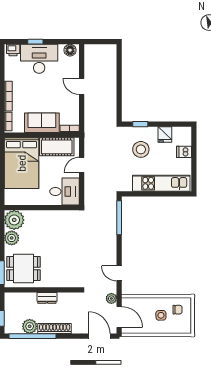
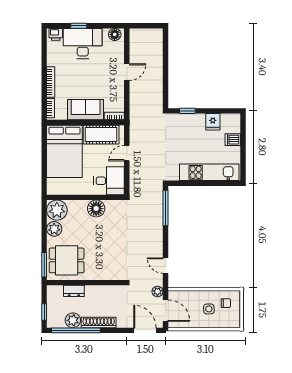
door: (82, 87) -> (127, 72), swing flipped
stool: (141, 149) -> (188, 137), removed
floor lamp: (52, 218) -> (96, 209), added
dresser: (47, 298) -> (74, 291), moved

